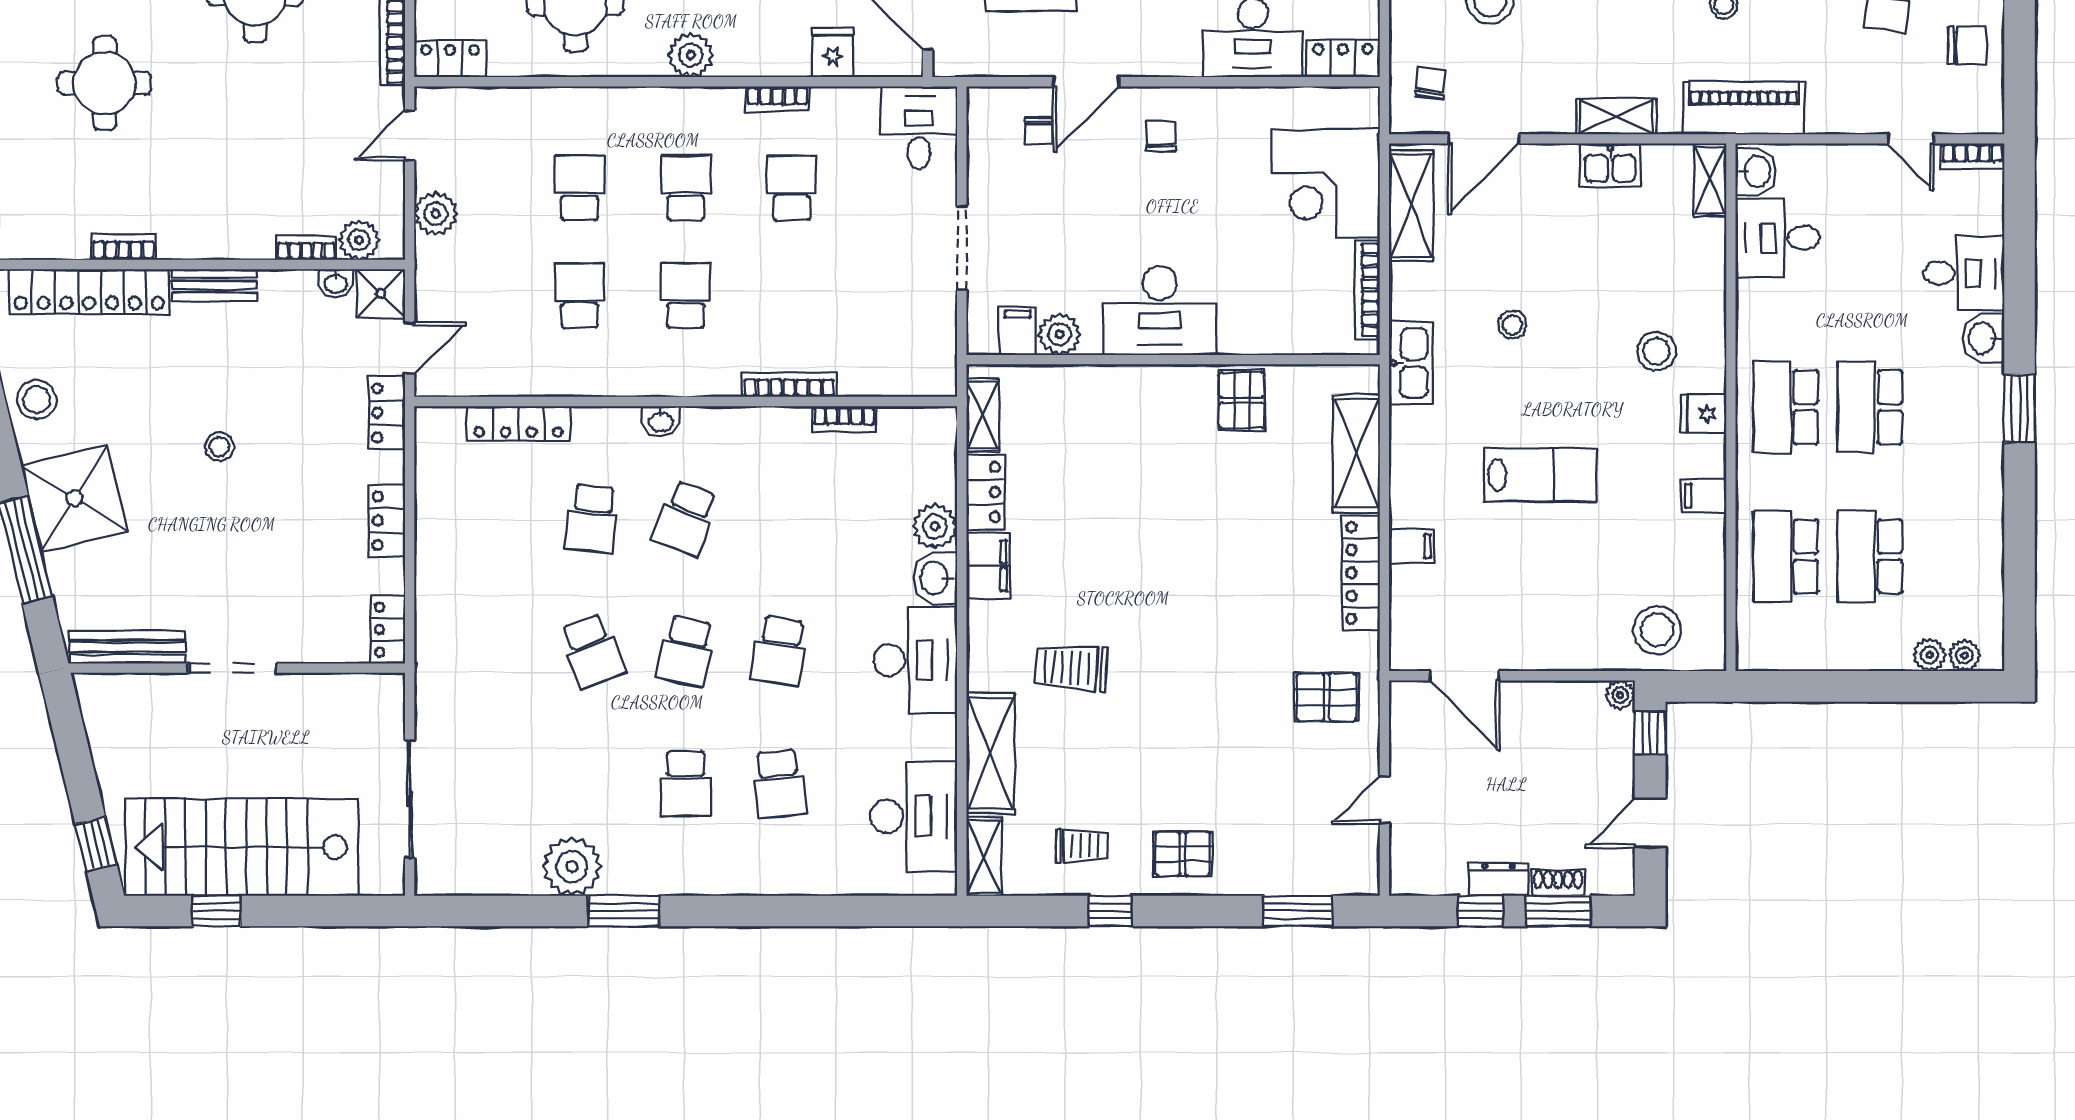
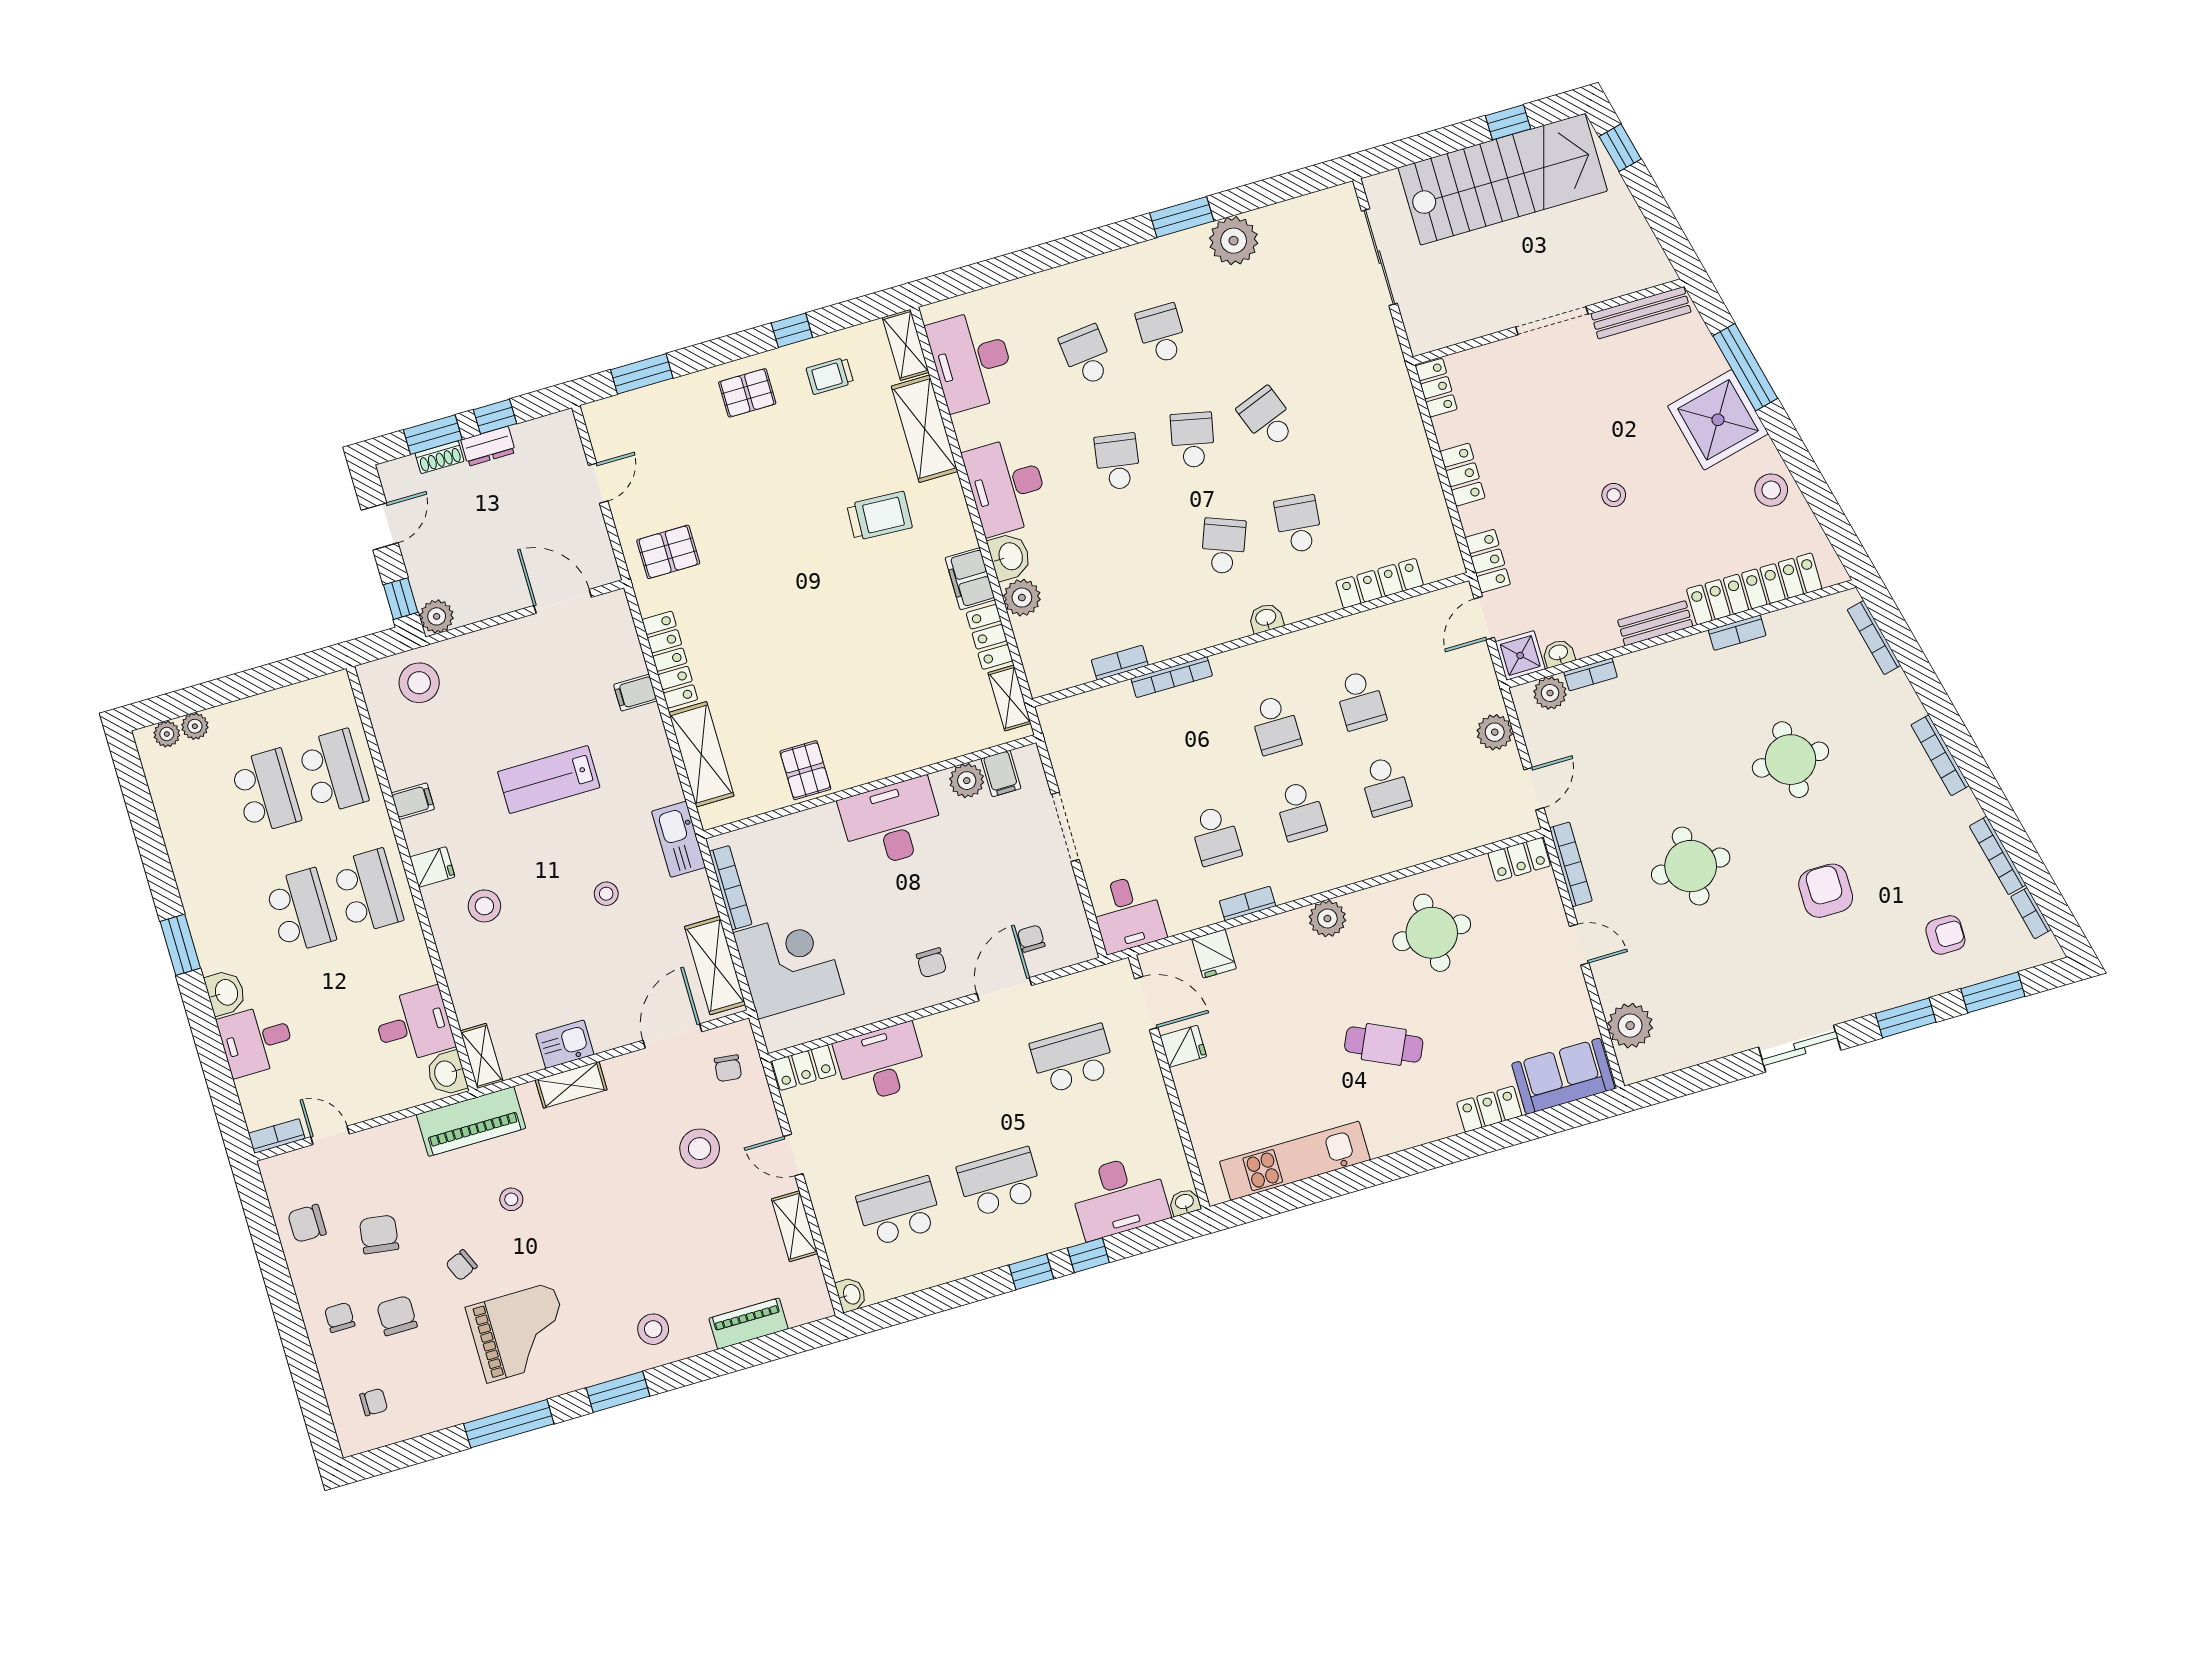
plant: (1620, 695) -> (437, 616), width x1.38, depth x1.38

